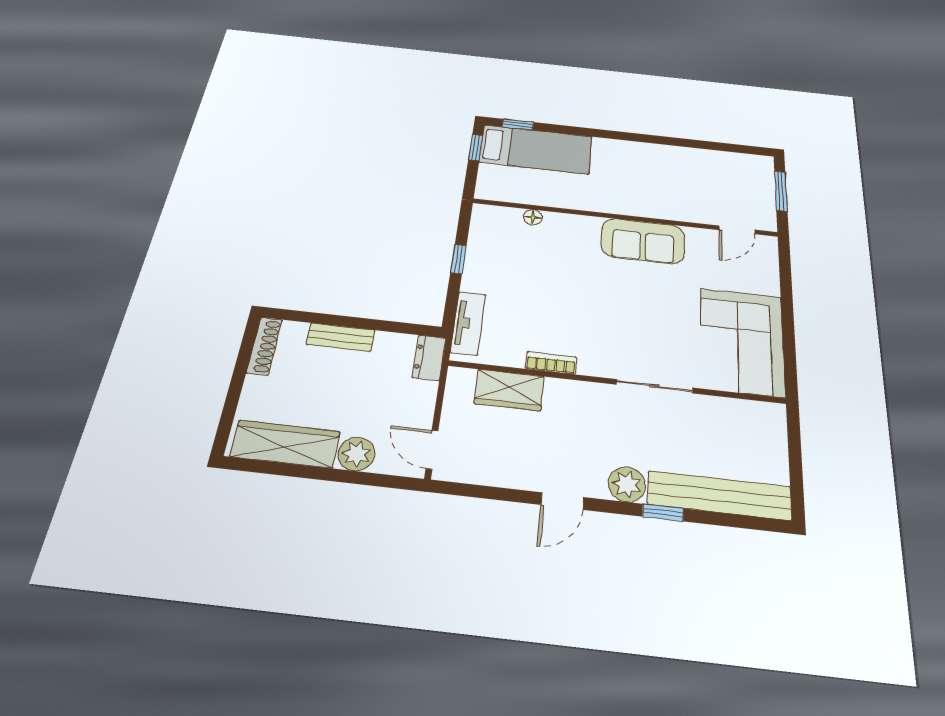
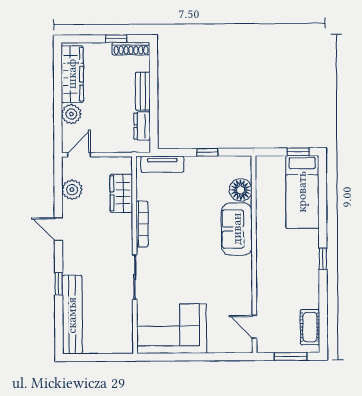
window: (518, 124) -> (323, 259), moved
cot: (736, 163) -> (310, 327), added
floor lamp: (533, 217) -> (241, 190), width x1.89, depth x1.89
sofa: (643, 241) -> (237, 229), moved
dresser: (429, 358) -> (142, 126), moved, turned -90
bookcase: (551, 363) -> (142, 224), width x1.56
window: (241, 366) -> (116, 39), added
plant: (627, 484) -> (72, 190), moved

